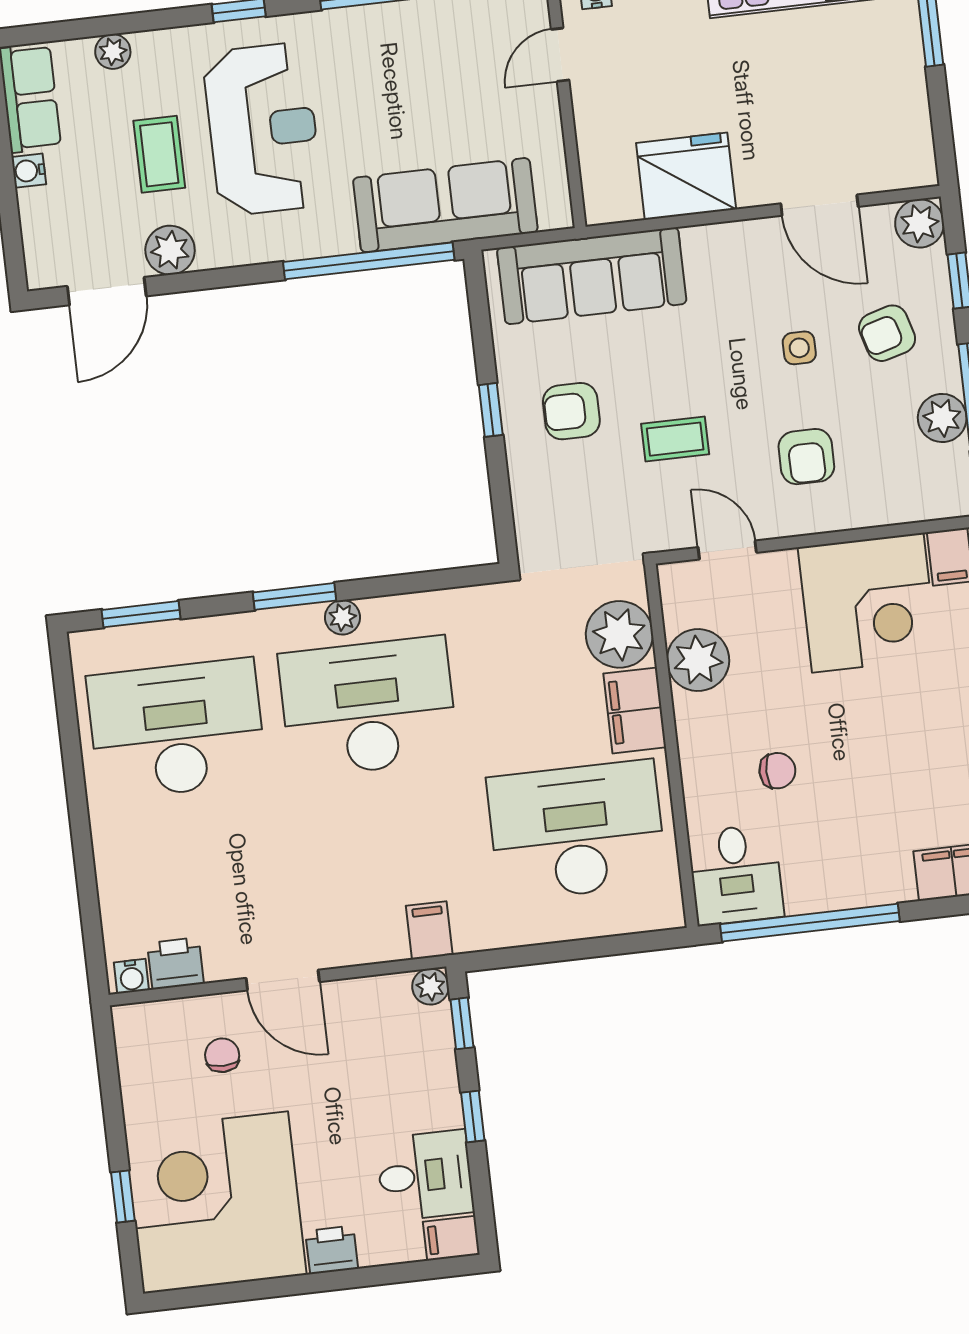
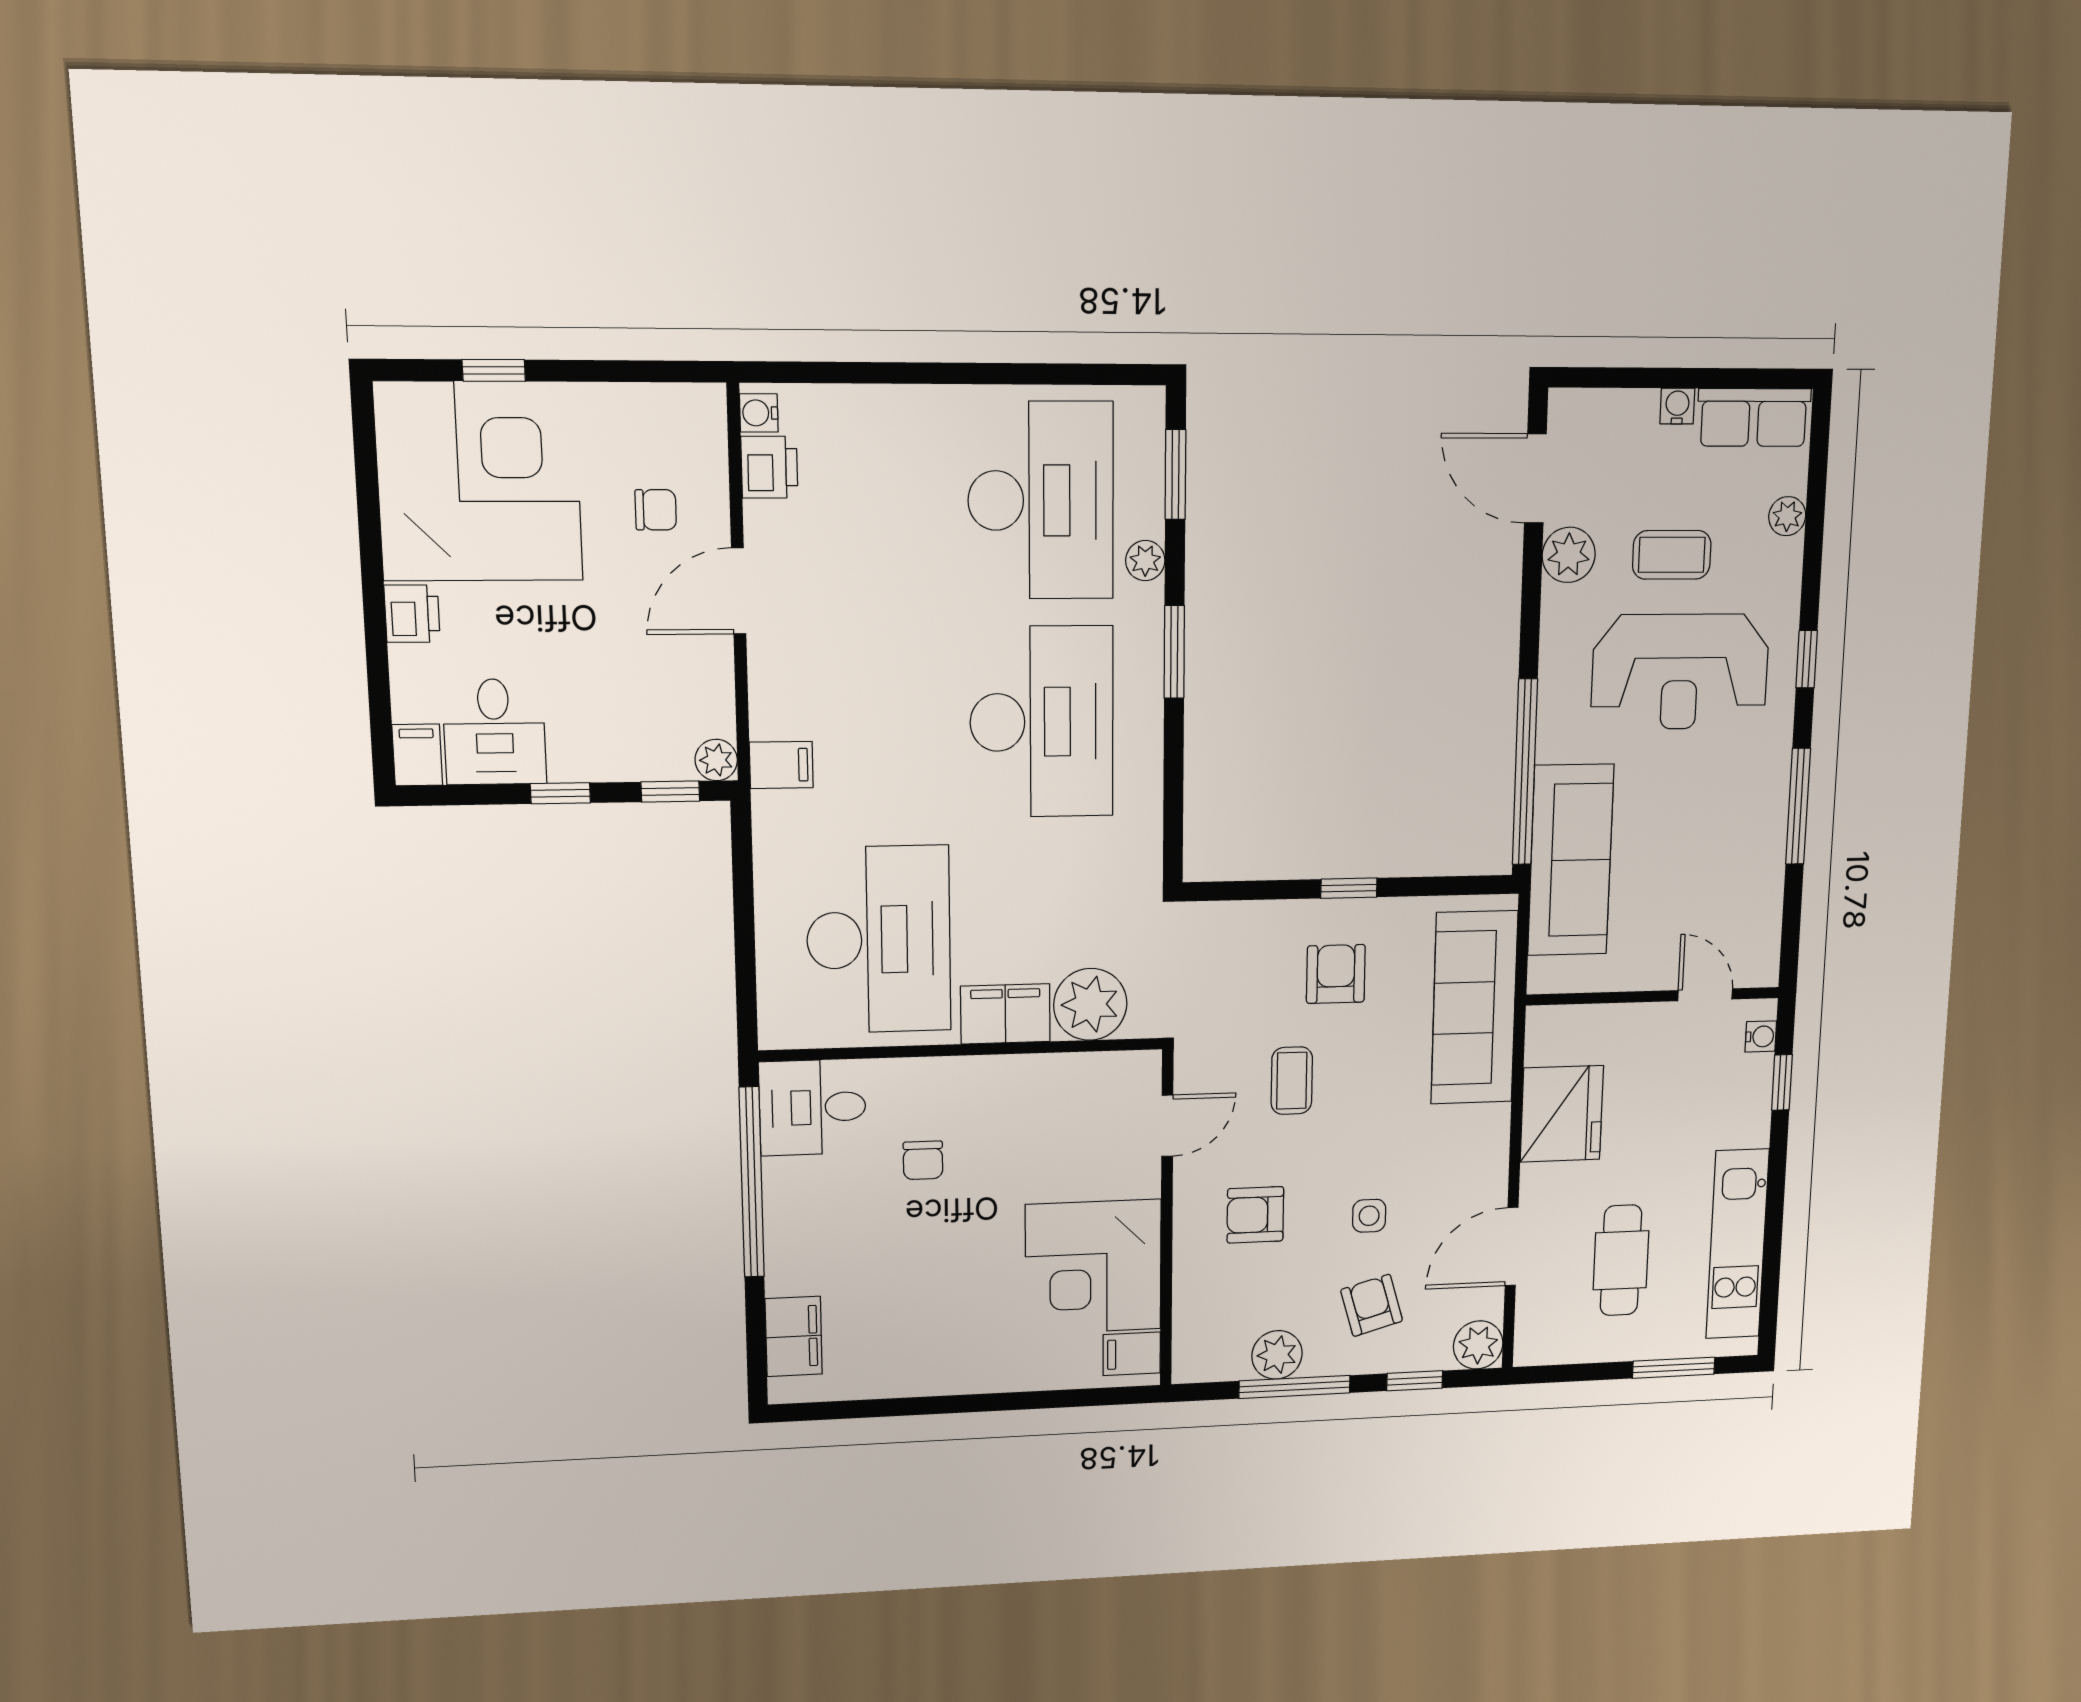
cafe table: (825, 95) -> (1621, 1260), added
plant: (342, 617) -> (1145, 561), moved
plant: (698, 660) -> (1053, 1086), removed

